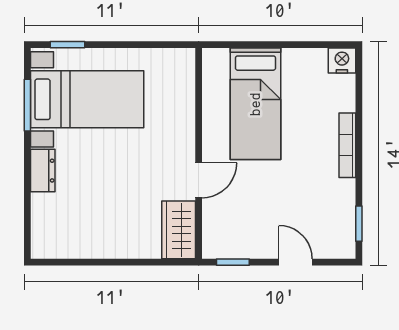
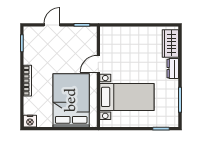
bed with nightstands: (87, 99) -> (127, 97), moved, turned 180
bed: (255, 104) -> (71, 100), width x1.50
wardrobe: (179, 230) -> (170, 43), moved, turned 180
door: (296, 262) -> (52, 25), swing flipped

